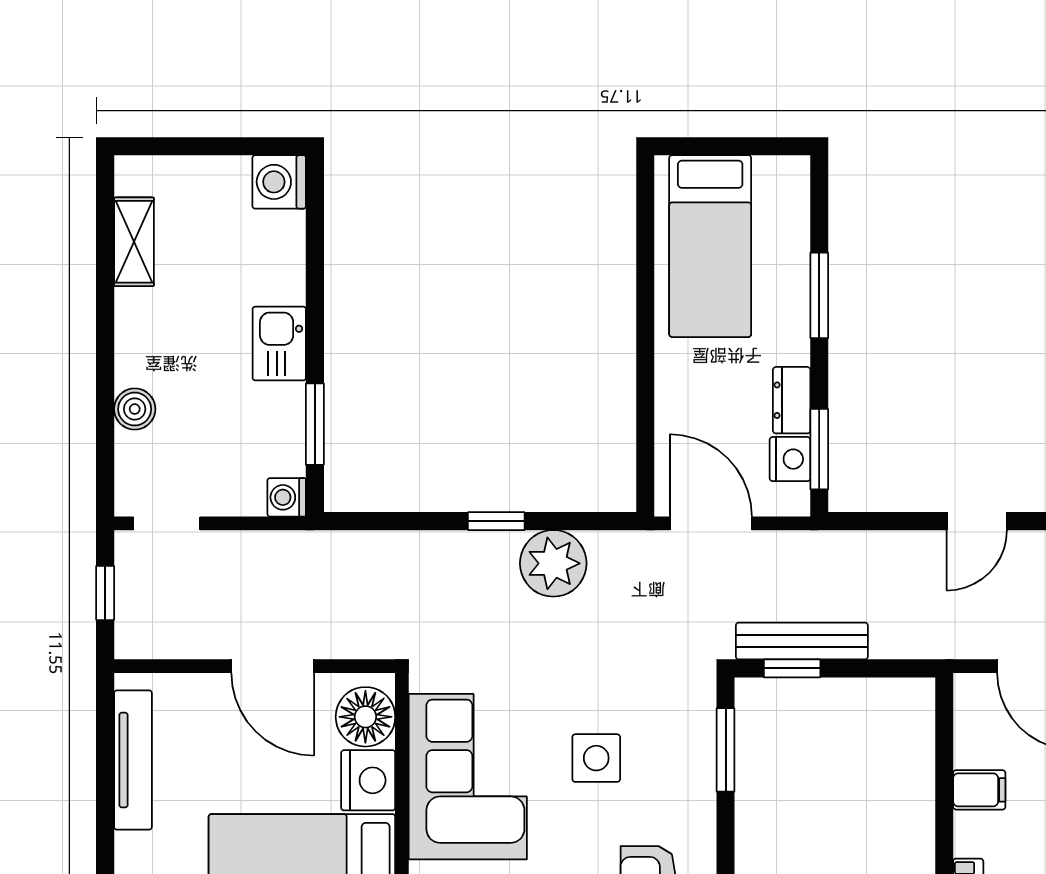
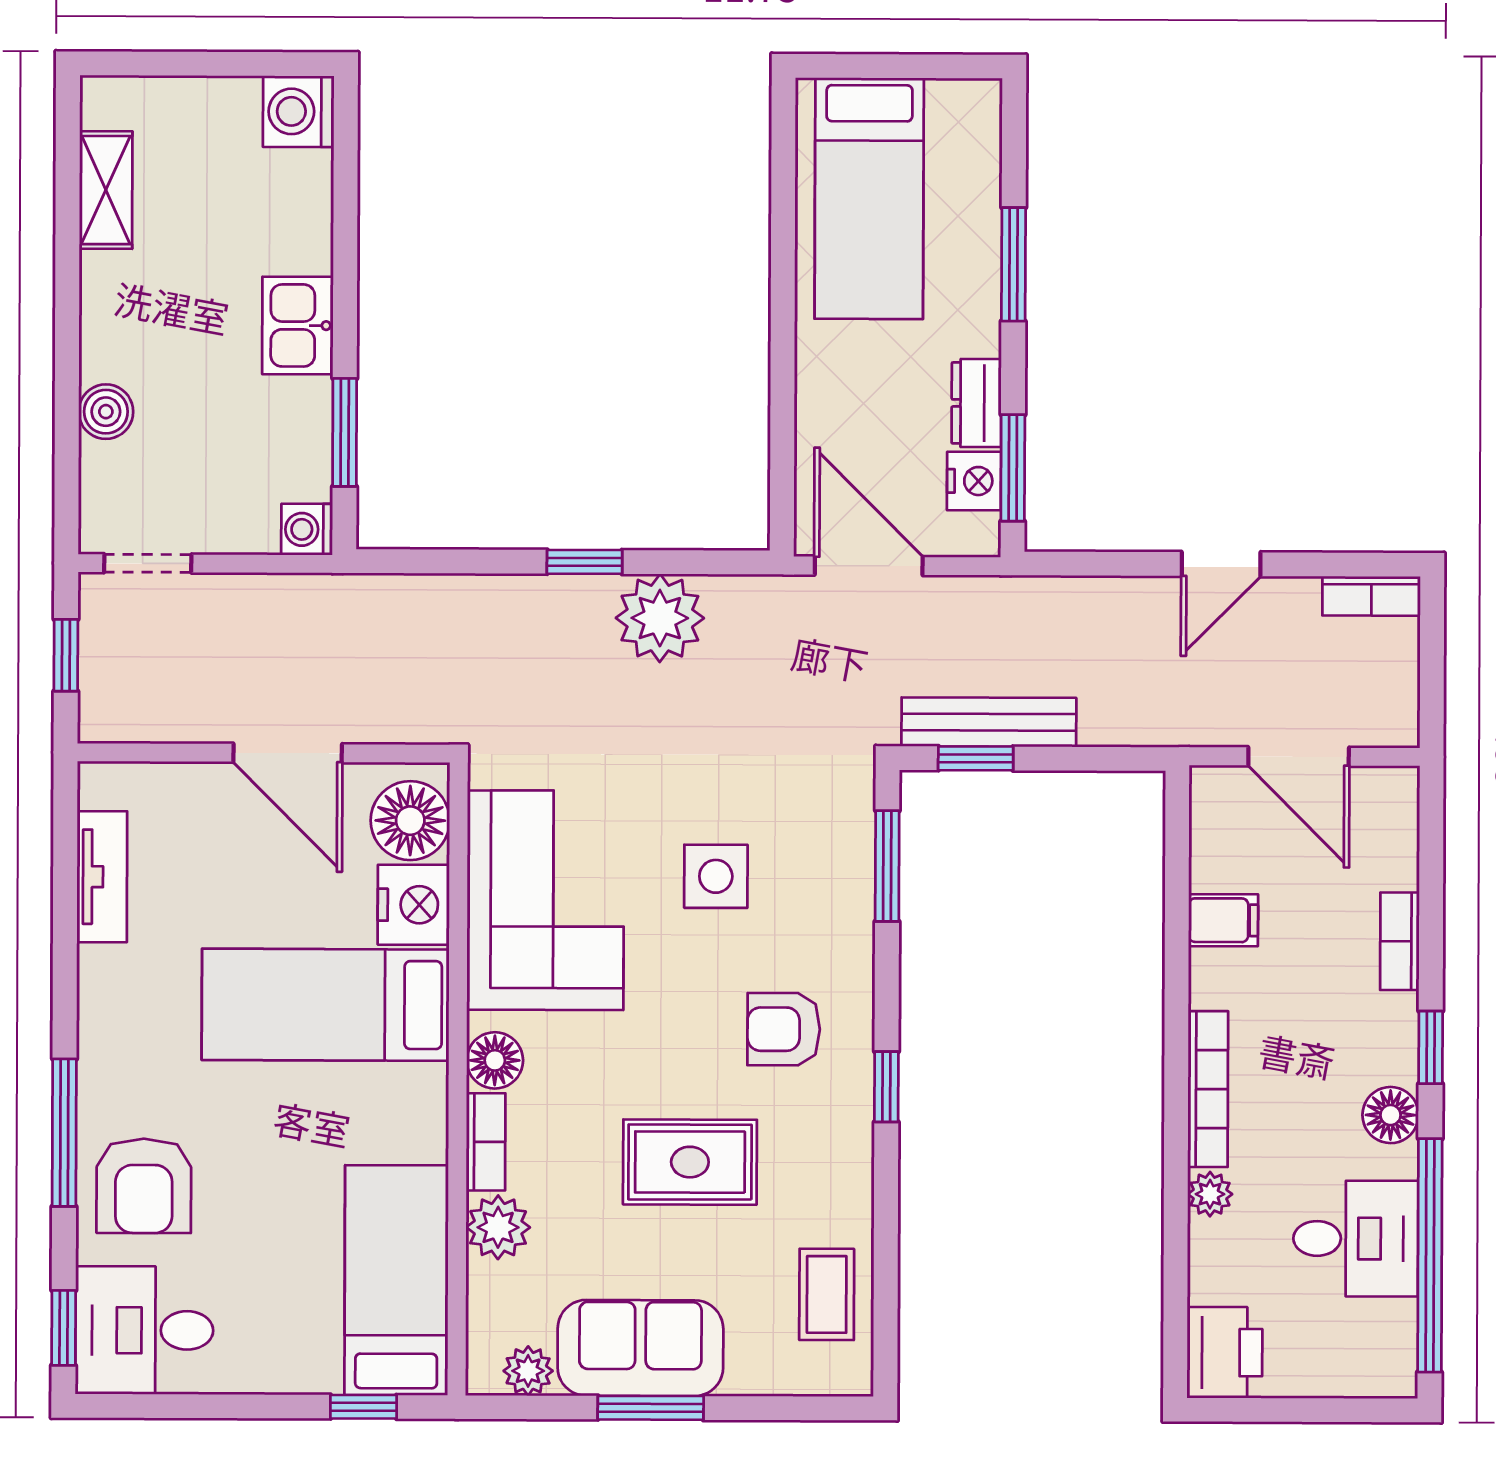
tv unit: (133, 760) -> (102, 877), width x0.71

